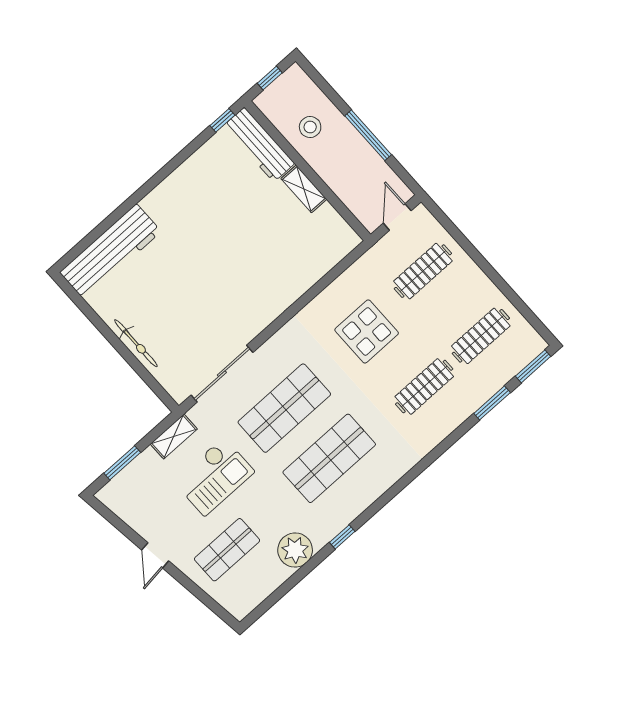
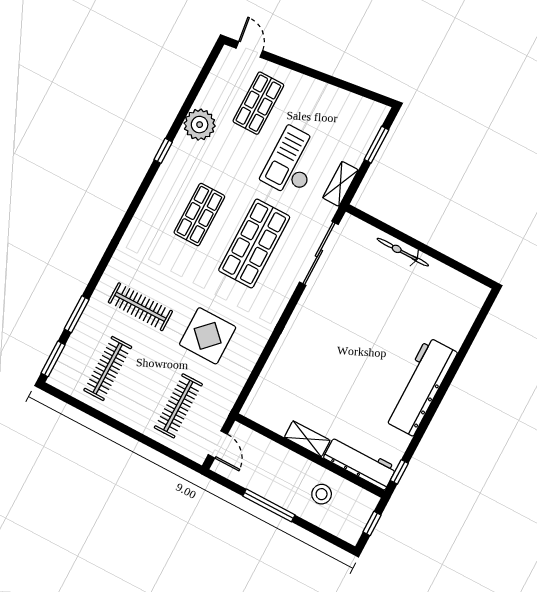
workbench: (110, 252) -> (420, 386), moved
clothes rail: (424, 387) -> (140, 307), turned 90
shop shelf: (329, 458) -> (199, 215), width x0.70, depth x0.74
door: (155, 555) -> (249, 49), moved

